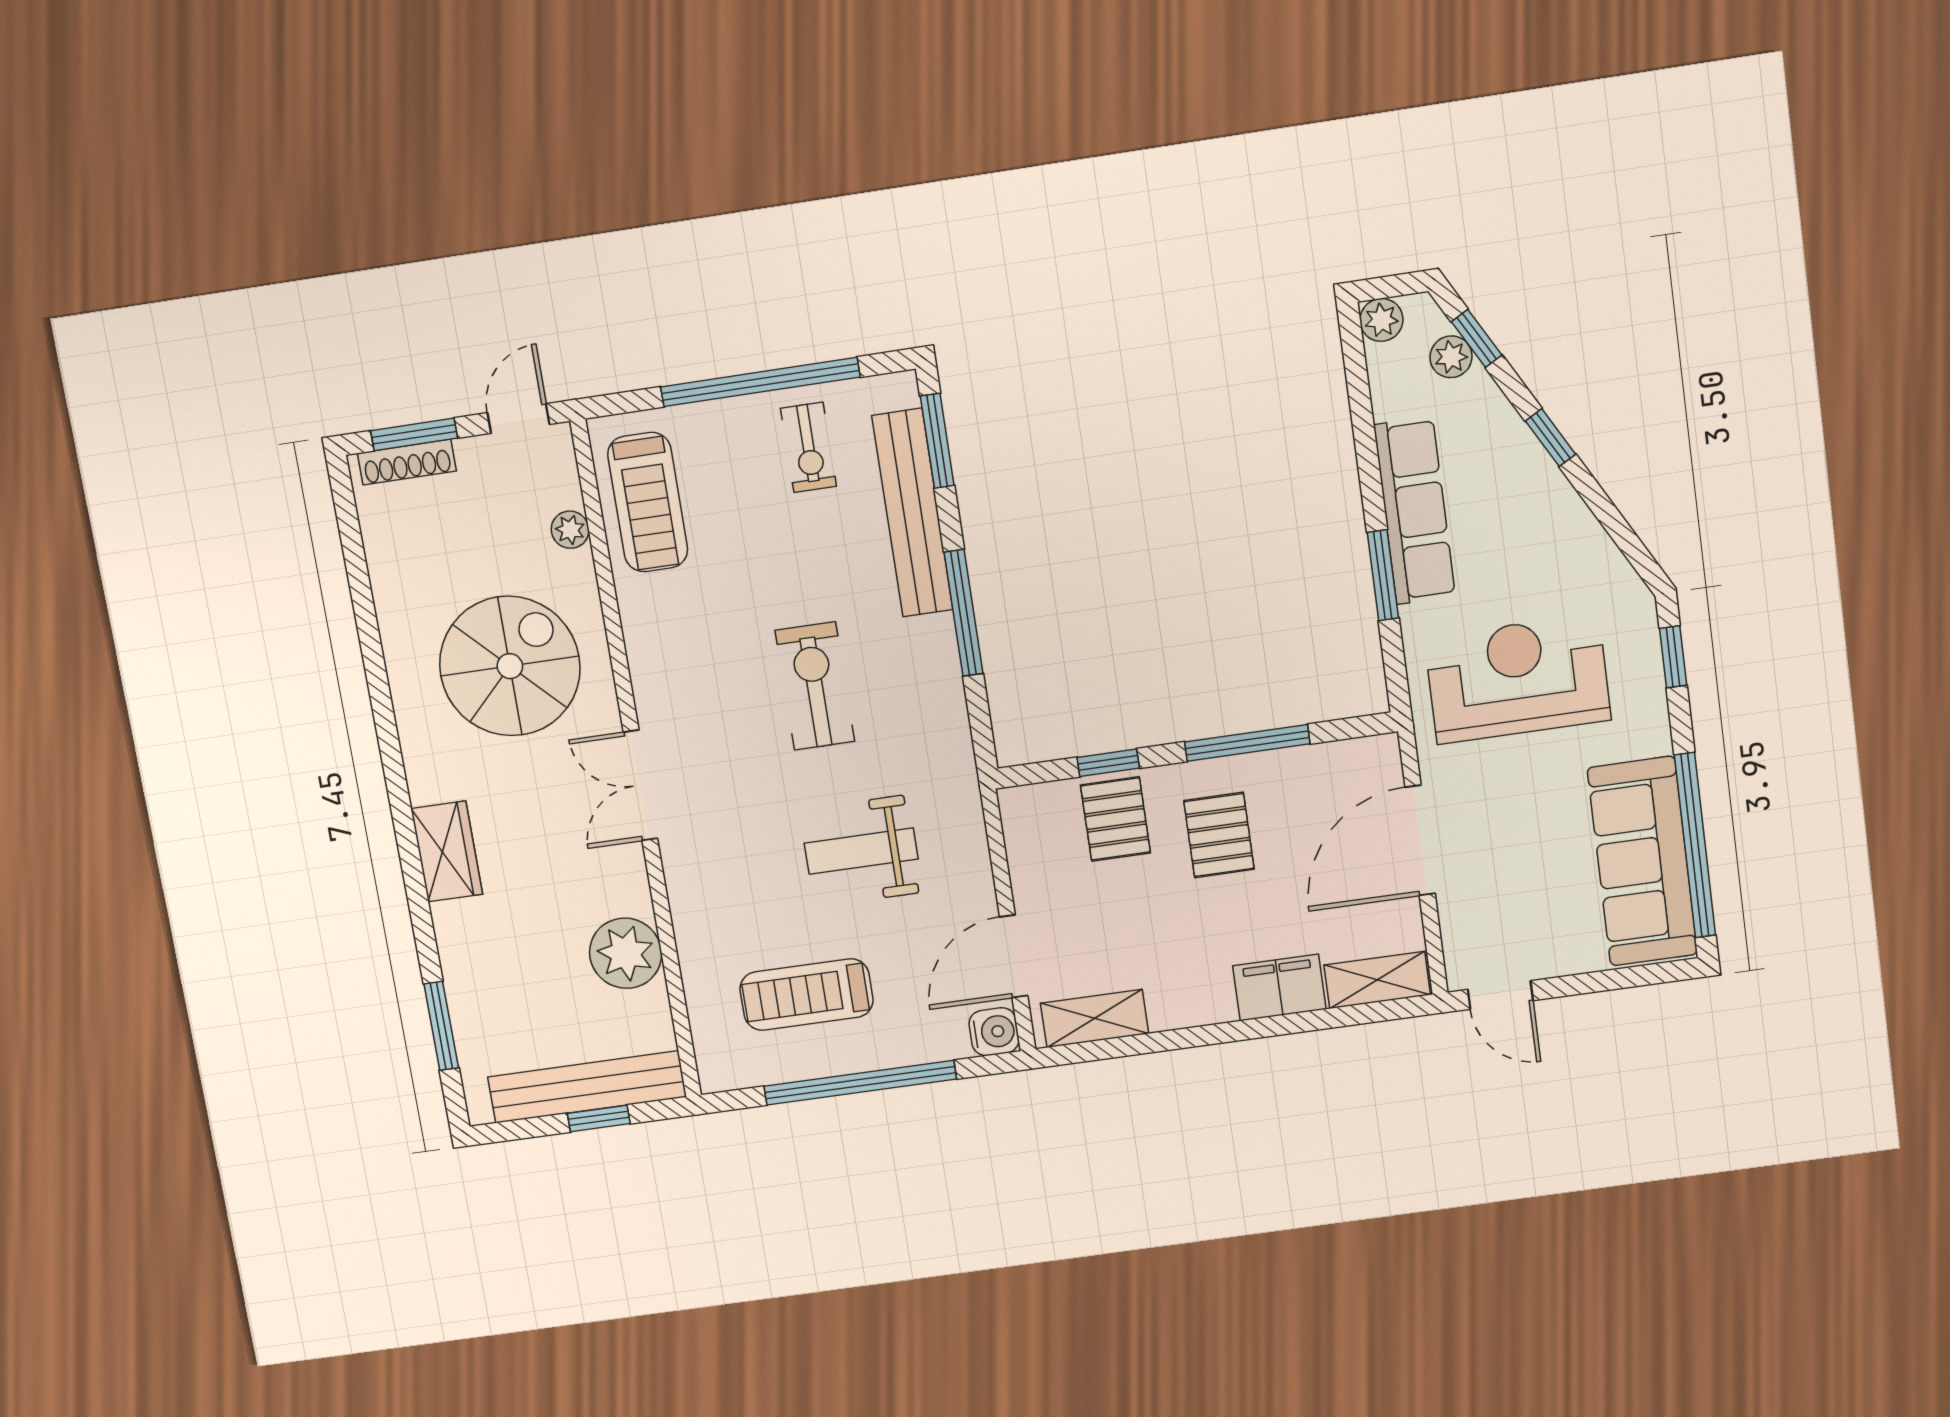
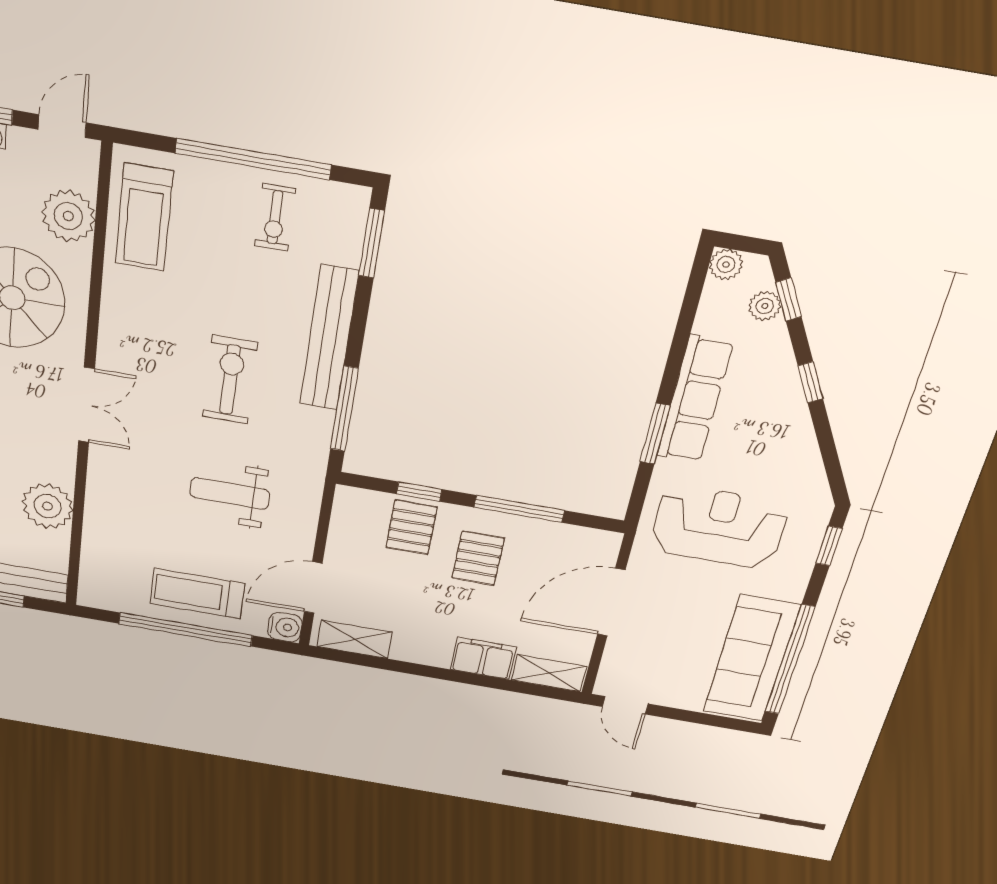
bench: (912, 513) -> (329, 338), moved
plant: (570, 530) -> (68, 216), width x1.87, depth x1.87
window: (964, 613) -> (344, 409), moved
double door: (640, 785) -> (86, 405), swing flipped
treadmill: (806, 995) -> (197, 594), moved

